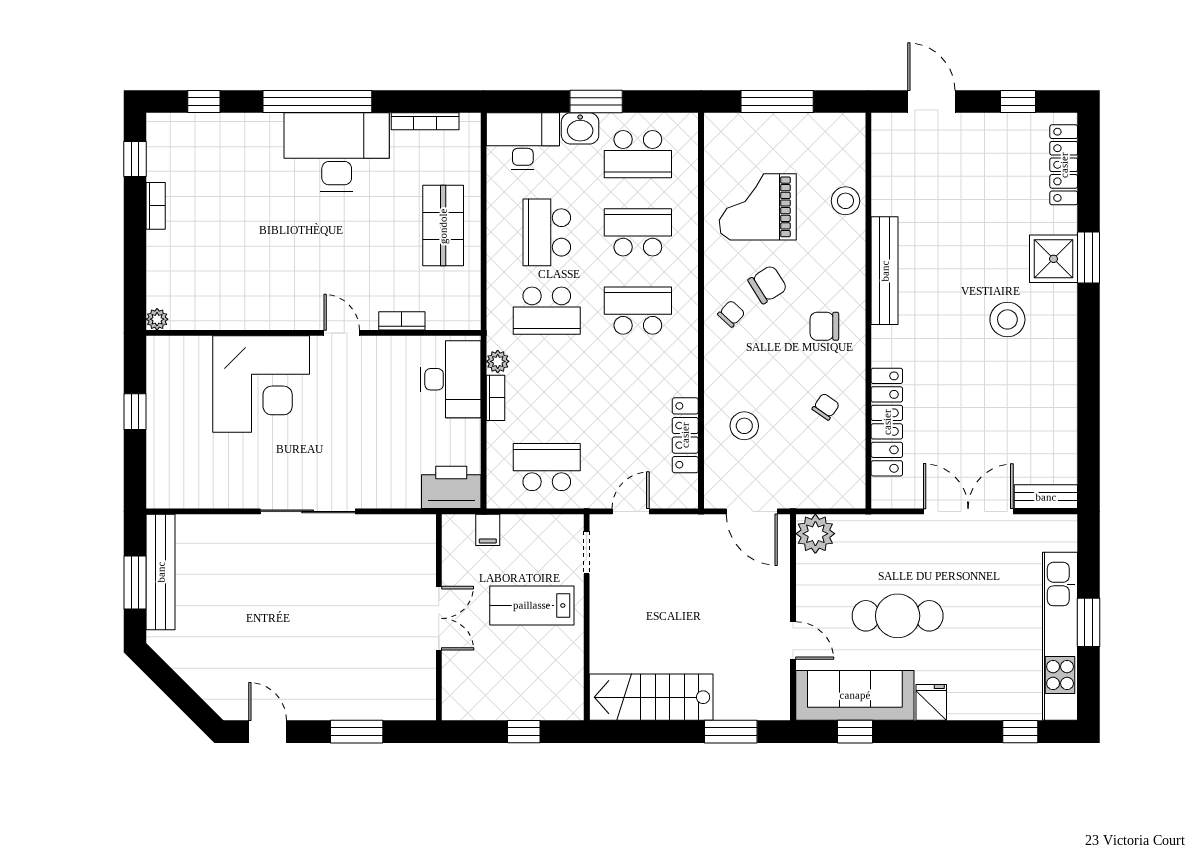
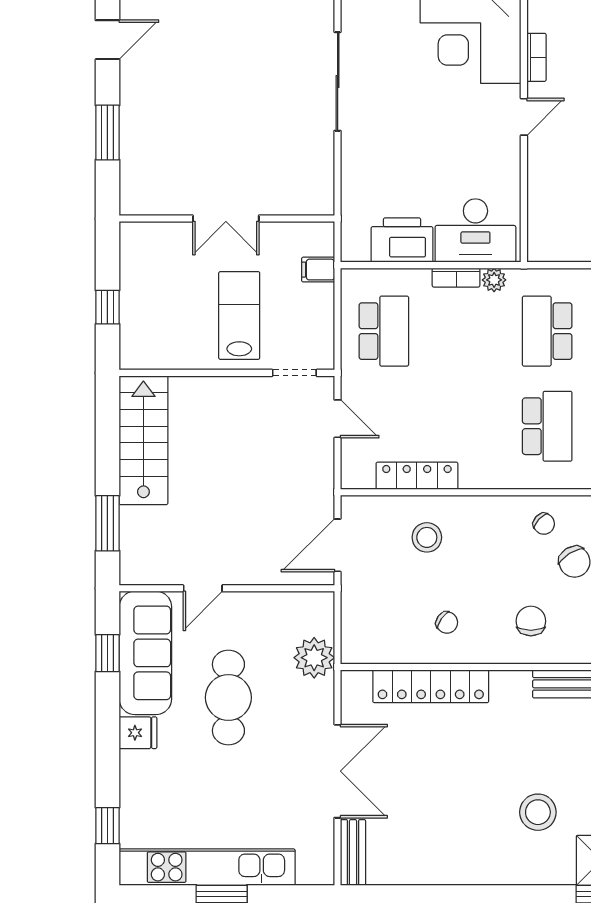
bookcase: (402, 321) -> (536, 57), moved
printer: (451, 487) -> (402, 240), moved, turned -90
plant: (815, 534) -> (314, 658), moved

